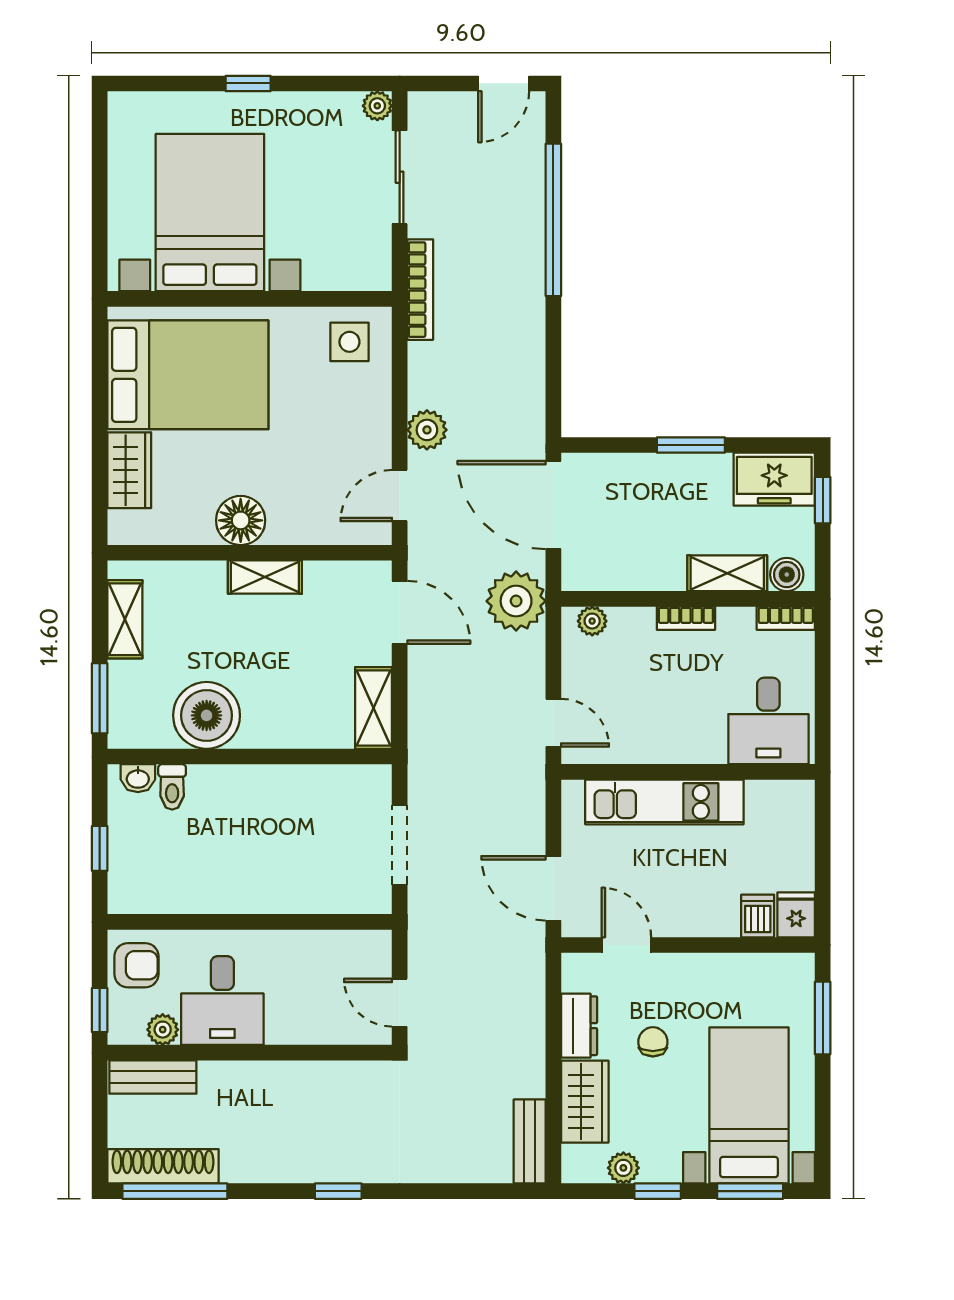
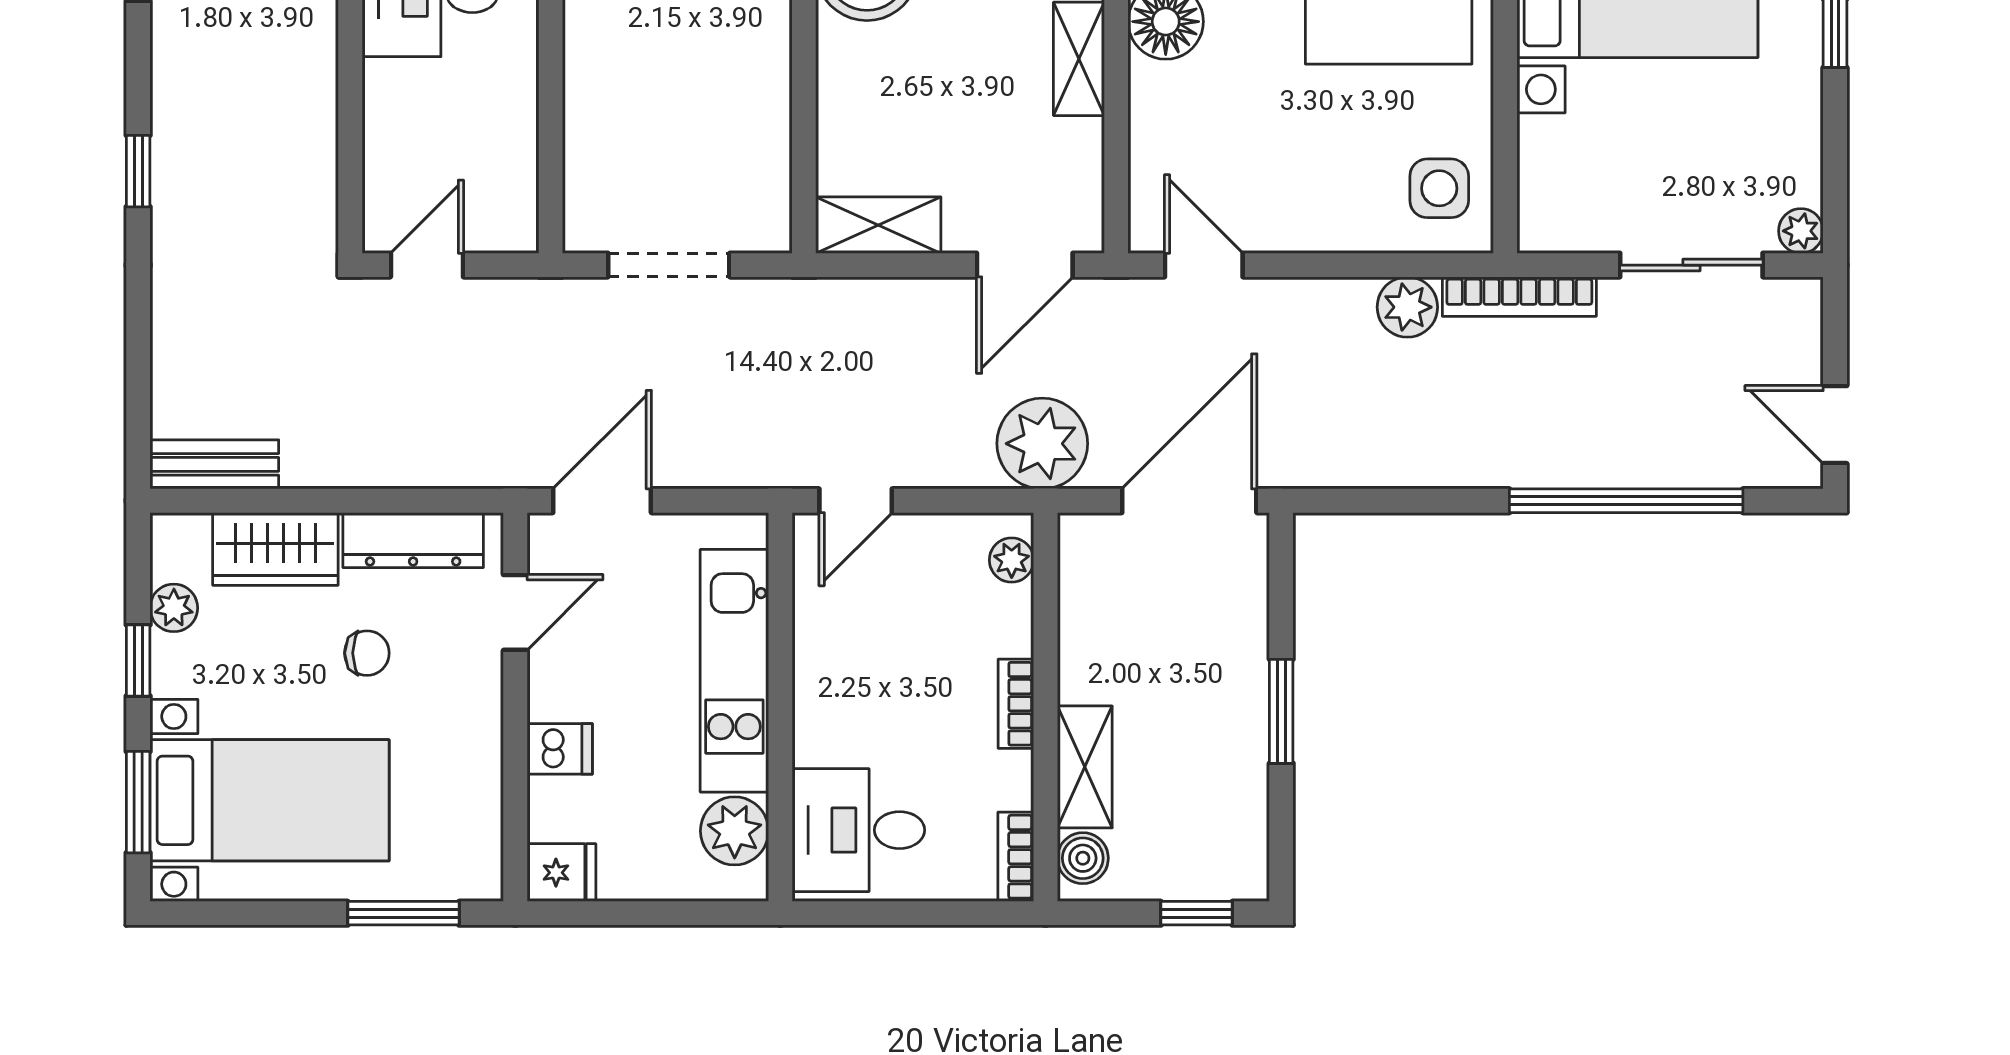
plant: (427, 430) -> (1407, 307), moved
freezer: (774, 479) -> (1229, 839), removed
plant: (769, 802) -> (735, 831), added
dishwasher: (758, 916) -> (560, 749), moved
dresser: (579, 1026) -> (413, 540), width x1.44

